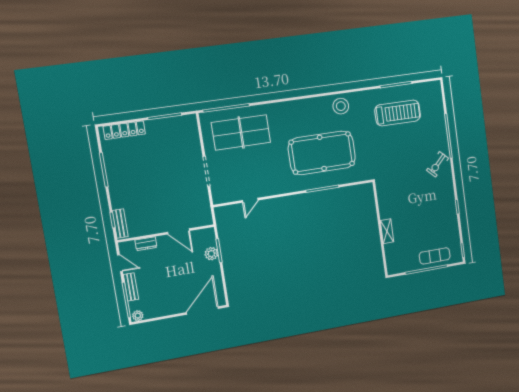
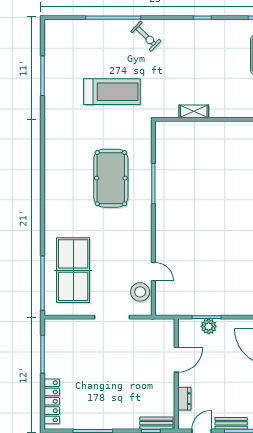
stool: (341, 106) -> (140, 292), moved
treadmill: (398, 113) -> (112, 92), moved, turned 90
pool table: (322, 153) -> (111, 178), width x0.73, depth x0.76
shelving: (387, 231) -> (194, 111), moved

